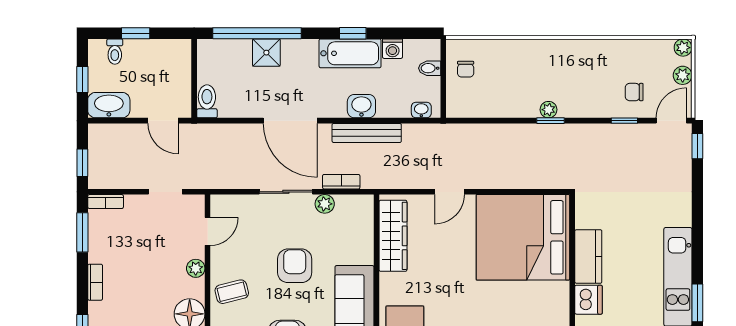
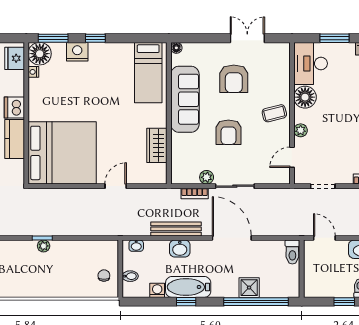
wardrobe: (393, 236) -> (157, 145), width x0.67

